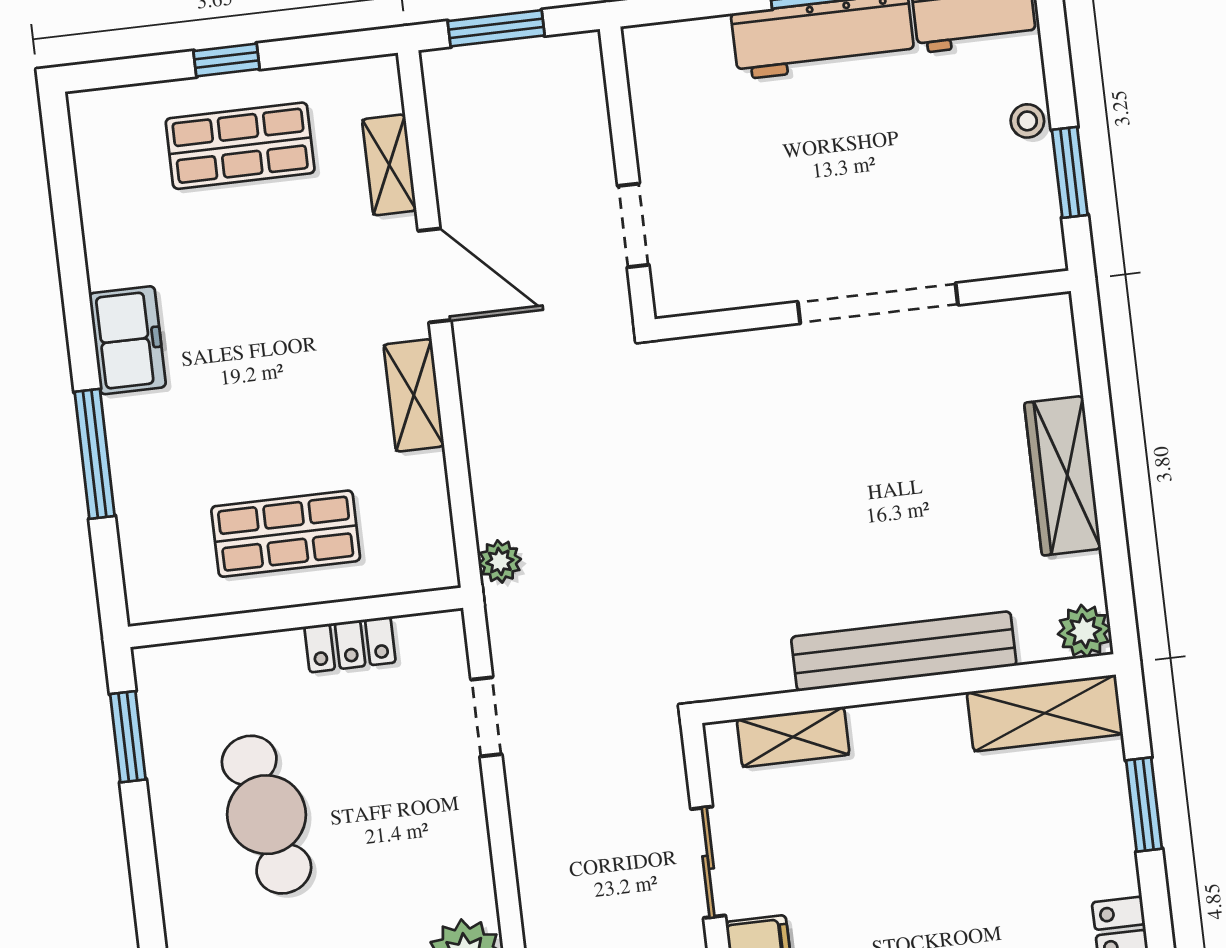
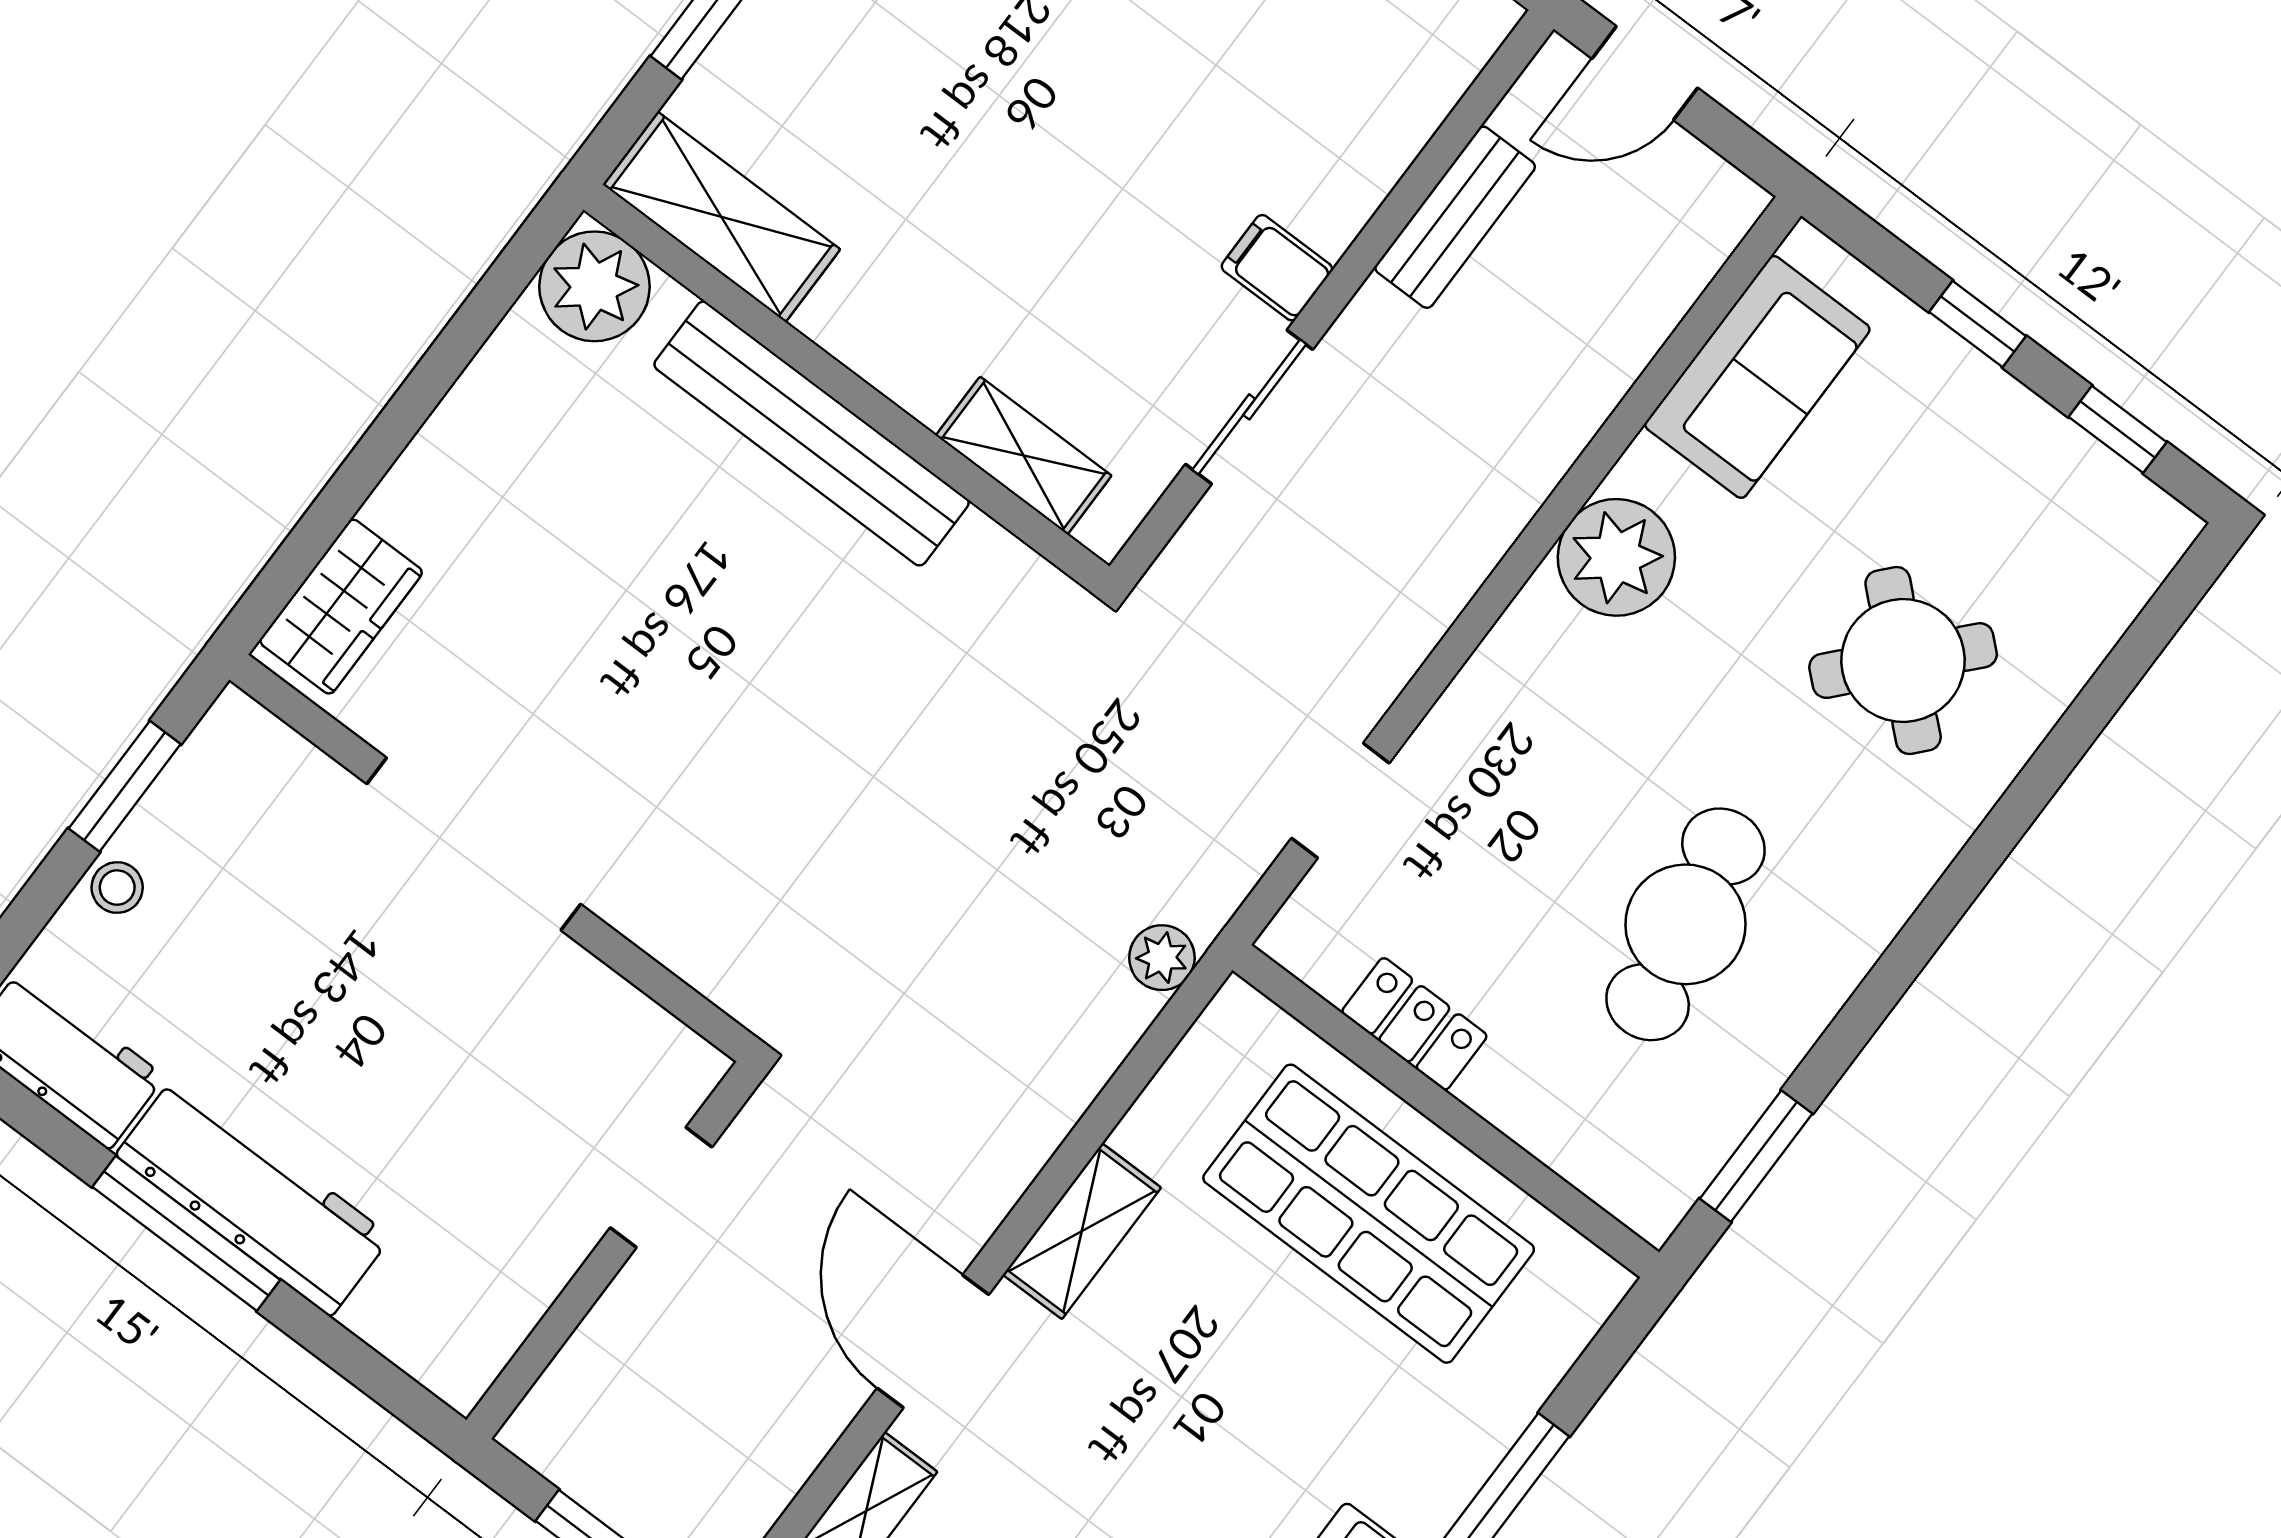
wardrobe: (1063, 476) -> (341, 607), moved, width x0.67
shop shelf: (286, 534) -> (1369, 1214), width x1.43, depth x1.36
plant: (1084, 631) -> (594, 286), width x1.36, depth x1.36

